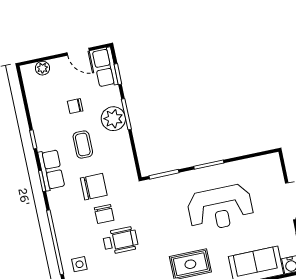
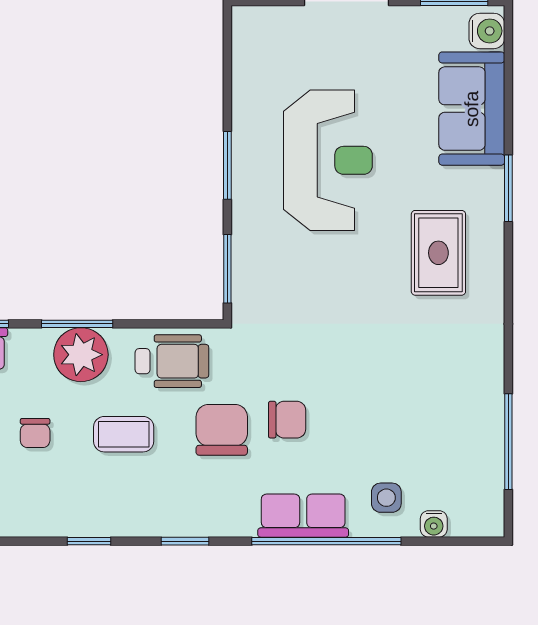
row of seats: (51, 170) -> (303, 516), moved
wheelchair: (120, 240) -> (172, 361), moved, turned 90

